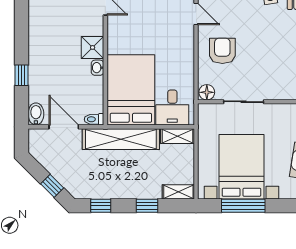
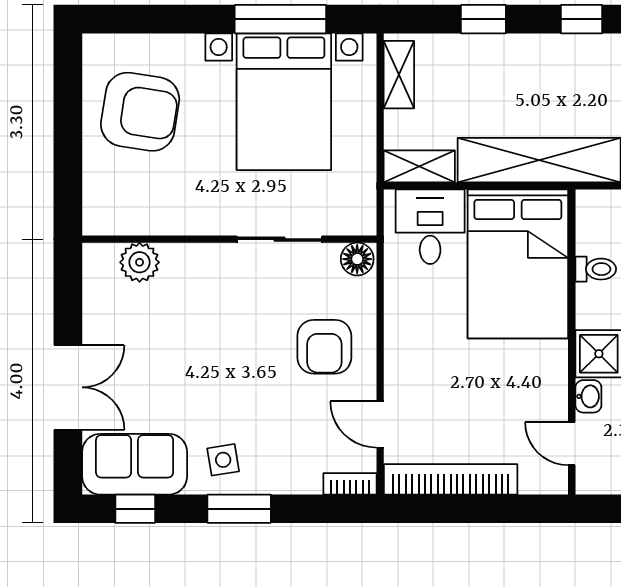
washbasin: (97, 68) -> (588, 396), moved
toilet: (94, 119) -> (596, 269), moved
shelving: (178, 192) -> (399, 75), moved, turned 90

